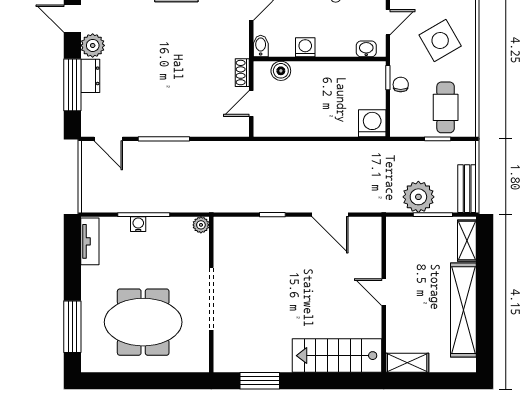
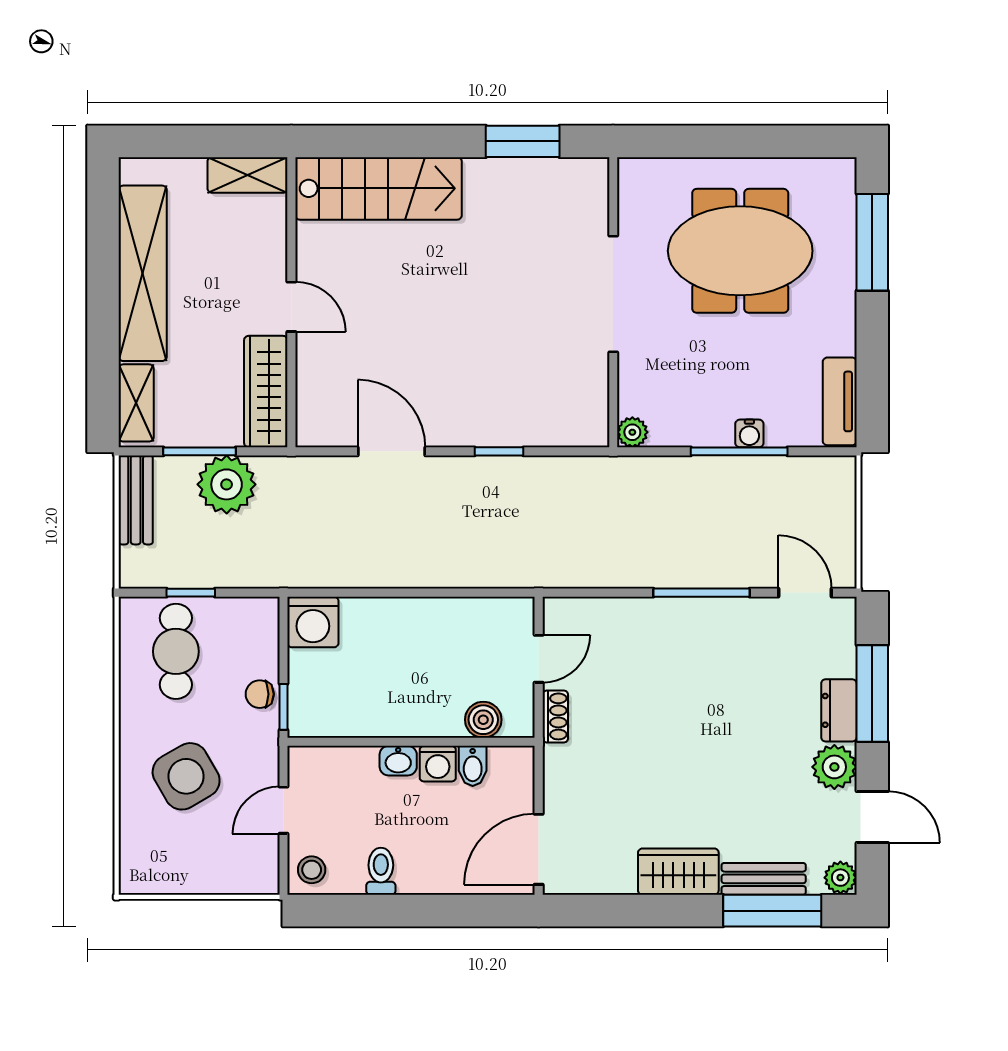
bidet: (261, 46) -> (473, 766), moved
washbasin: (366, 49) -> (398, 761), moved
chair: (401, 85) -> (260, 694), turned 90
wardrobe: (397, 247) -> (266, 392), added

